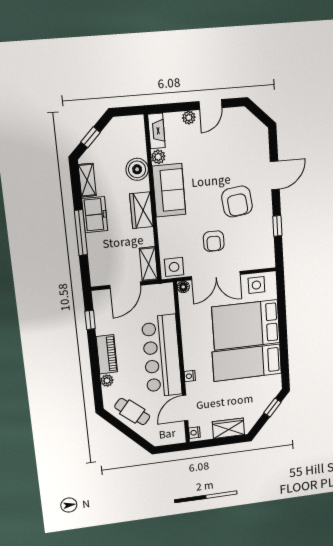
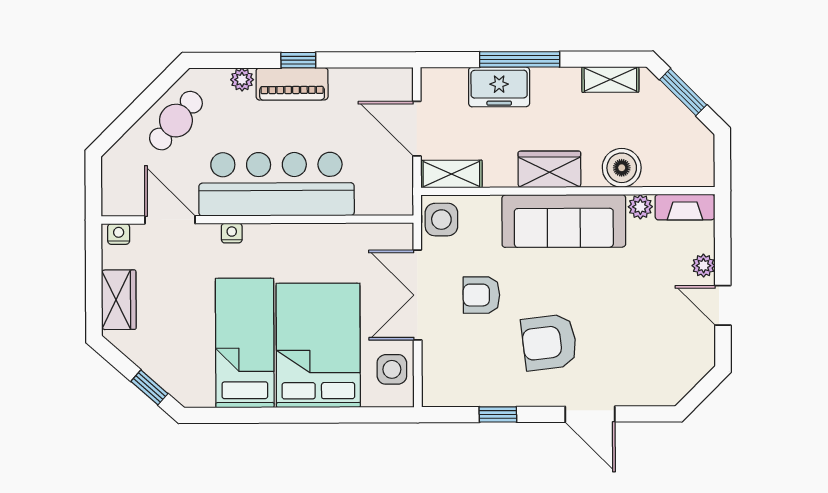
window: (90, 137) -> (683, 92), width x1.50
sofa: (169, 190) -> (564, 221), width x1.36
freezer: (95, 215) -> (499, 87), moved
floor lamp: (183, 287) -> (403, 234), removed
window: (90, 320) -> (298, 60), moved

